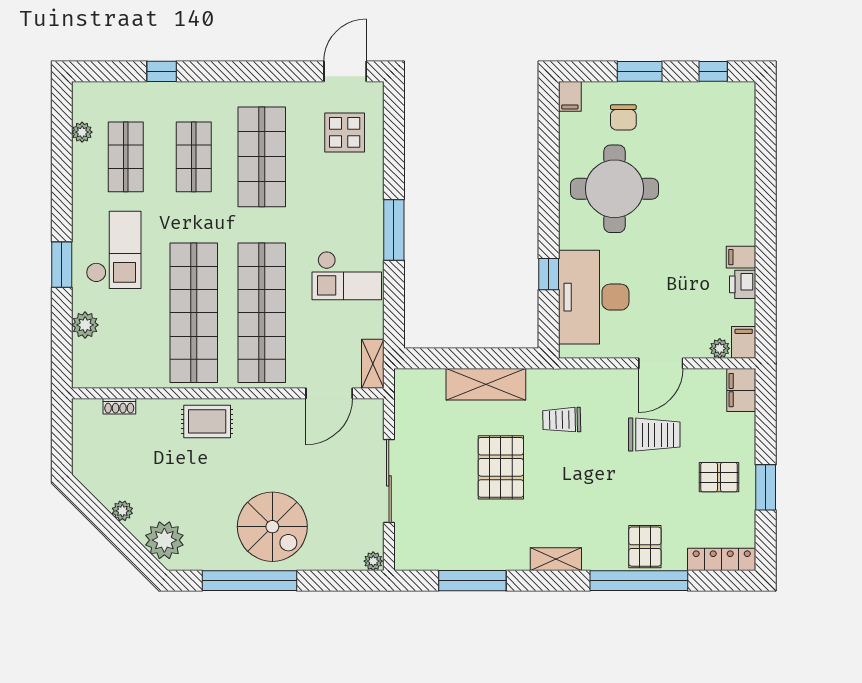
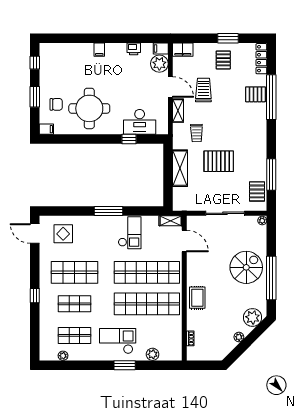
window: (162, 71) -> (35, 296), moved
filing cabinet: (741, 257) -> (99, 50), moved
desk: (594, 297) -> (140, 122), width x0.73, depth x0.77
plant: (720, 348) -> (159, 64), width x1.88, depth x1.88
pallet: (436, 550) -> (257, 191), added
shelving: (556, 559) -> (178, 111), moved

